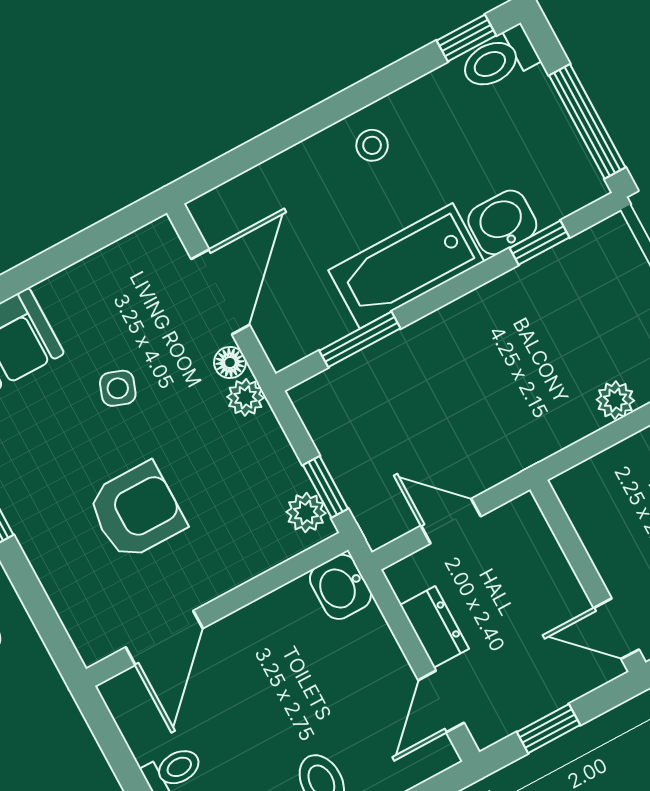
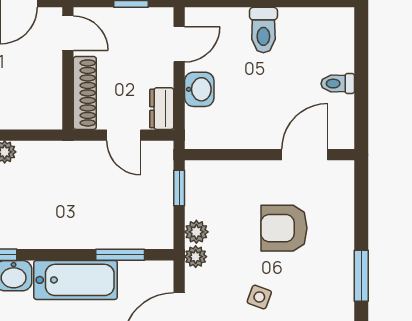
floor lamp: (230, 363) -> (194, 279), removed
plant: (306, 512) -> (196, 232), moved
shoe rack: (543, 553) -> (85, 93), added
washbasin: (340, 587) -> (199, 89), moved
dresser: (434, 627) -> (162, 109), moved

